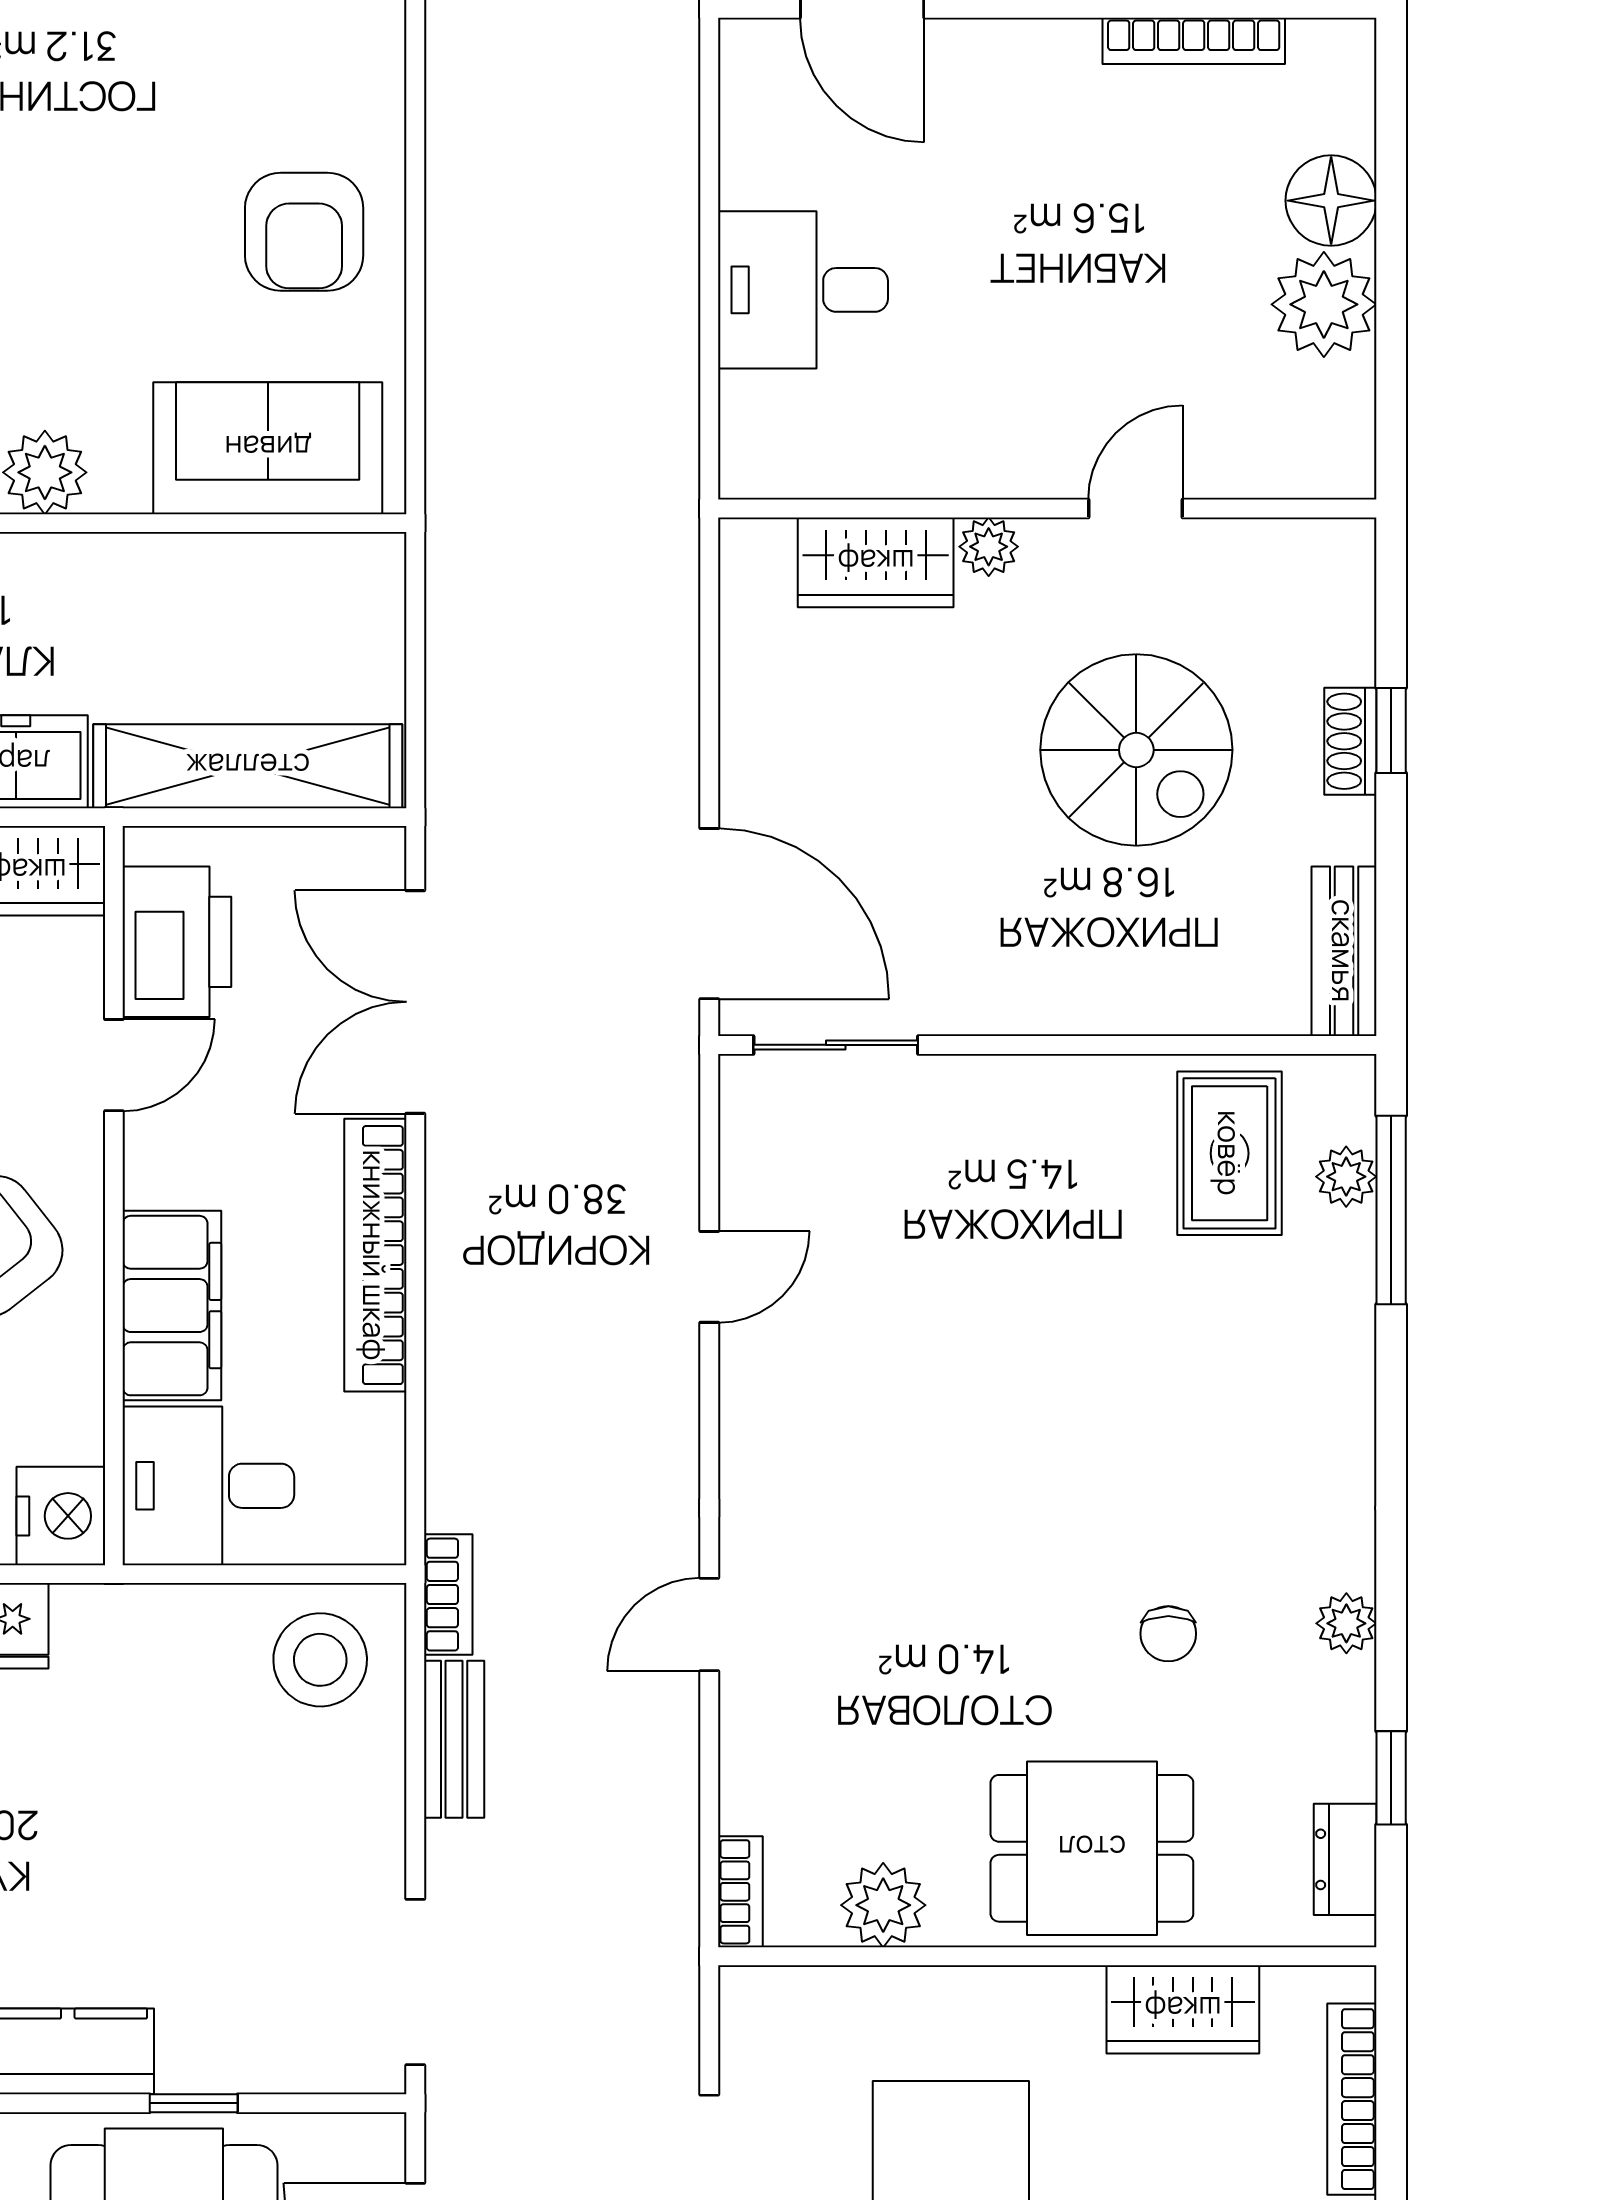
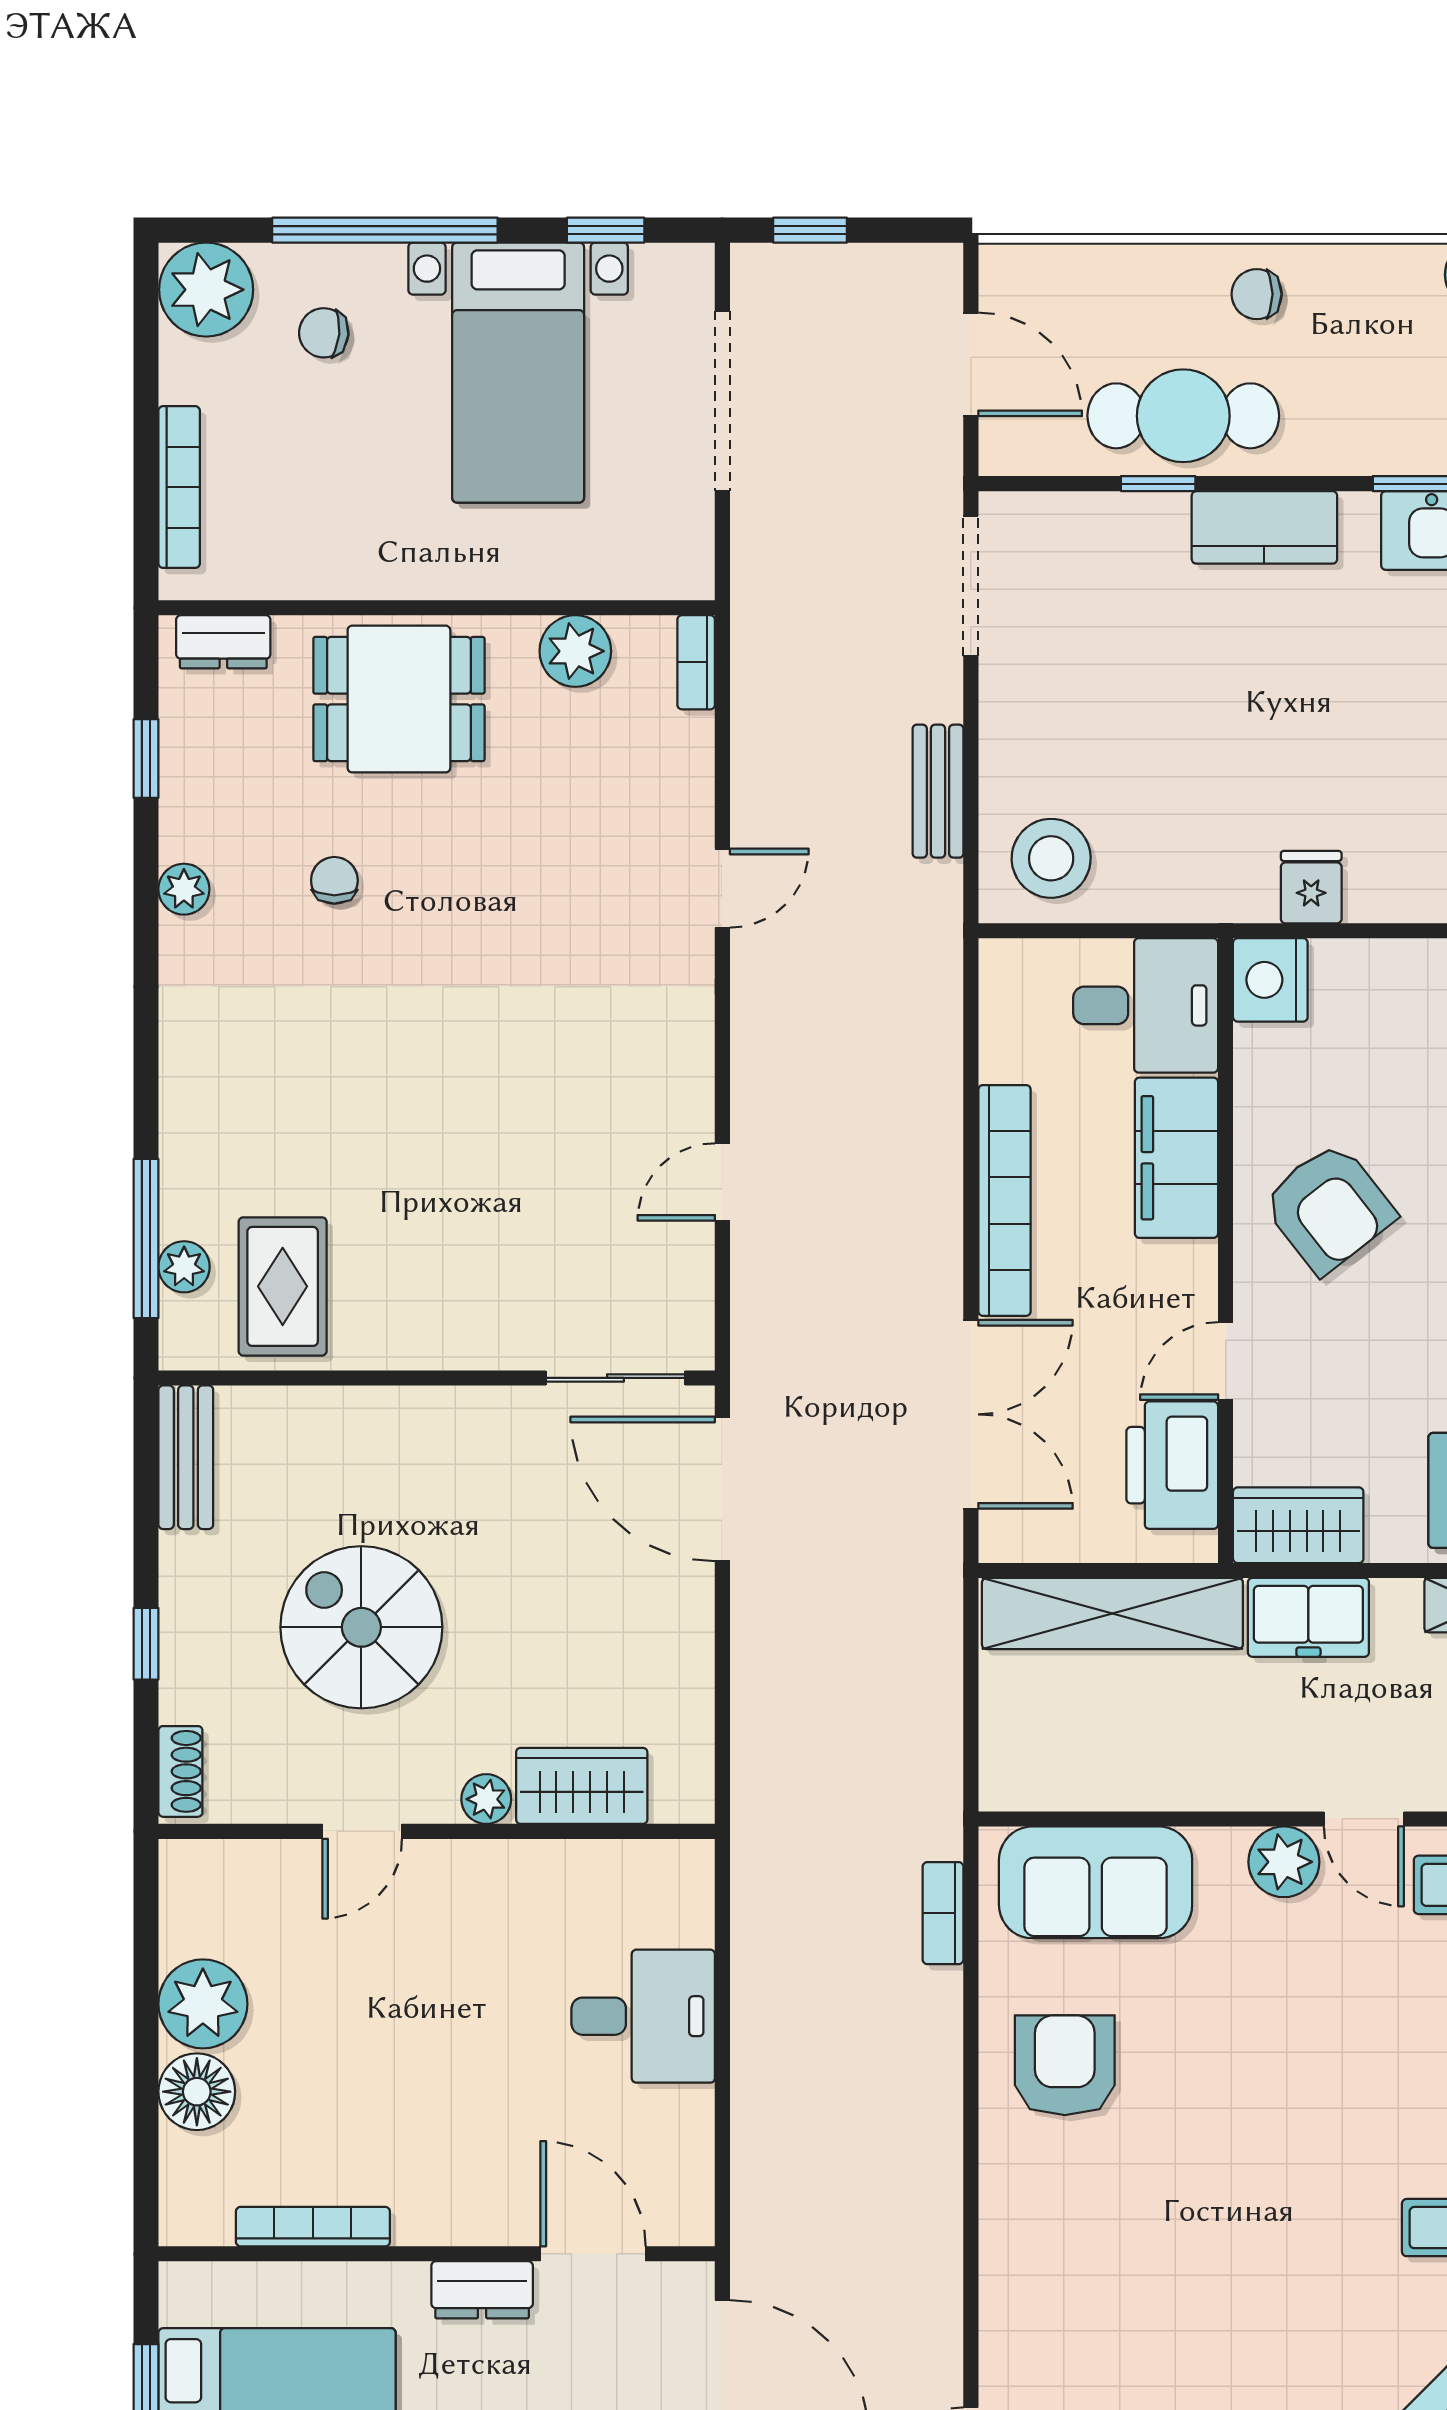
shoe rack: (1350, 741) -> (180, 1771), moved
bookcase: (448, 1595) -> (943, 1913), moved
dresser: (1345, 1859) -> (223, 642), moved, turned 90
wardrobe: (1183, 2009) -> (322, 563), removed

